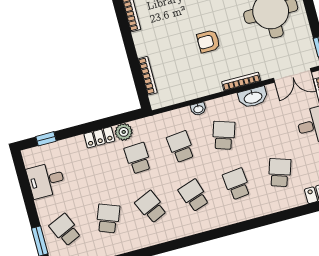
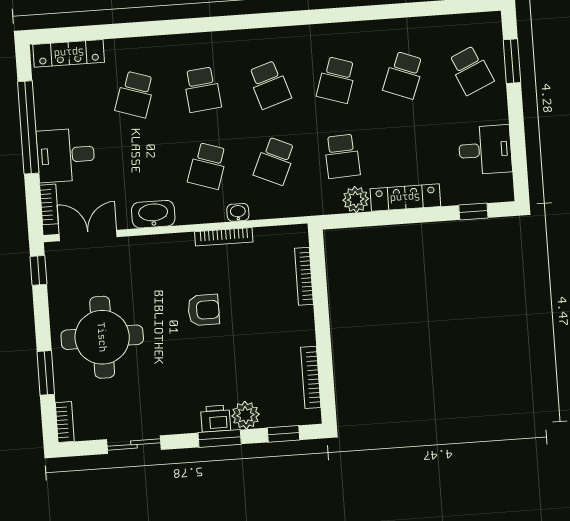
bookcase: (241, 81) -> (224, 237), moved
locker: (99, 137) -> (405, 198), width x1.53
school desk: (181, 147) -> (275, 161), turned 30
school desk: (151, 207) -> (337, 80), turned 42

